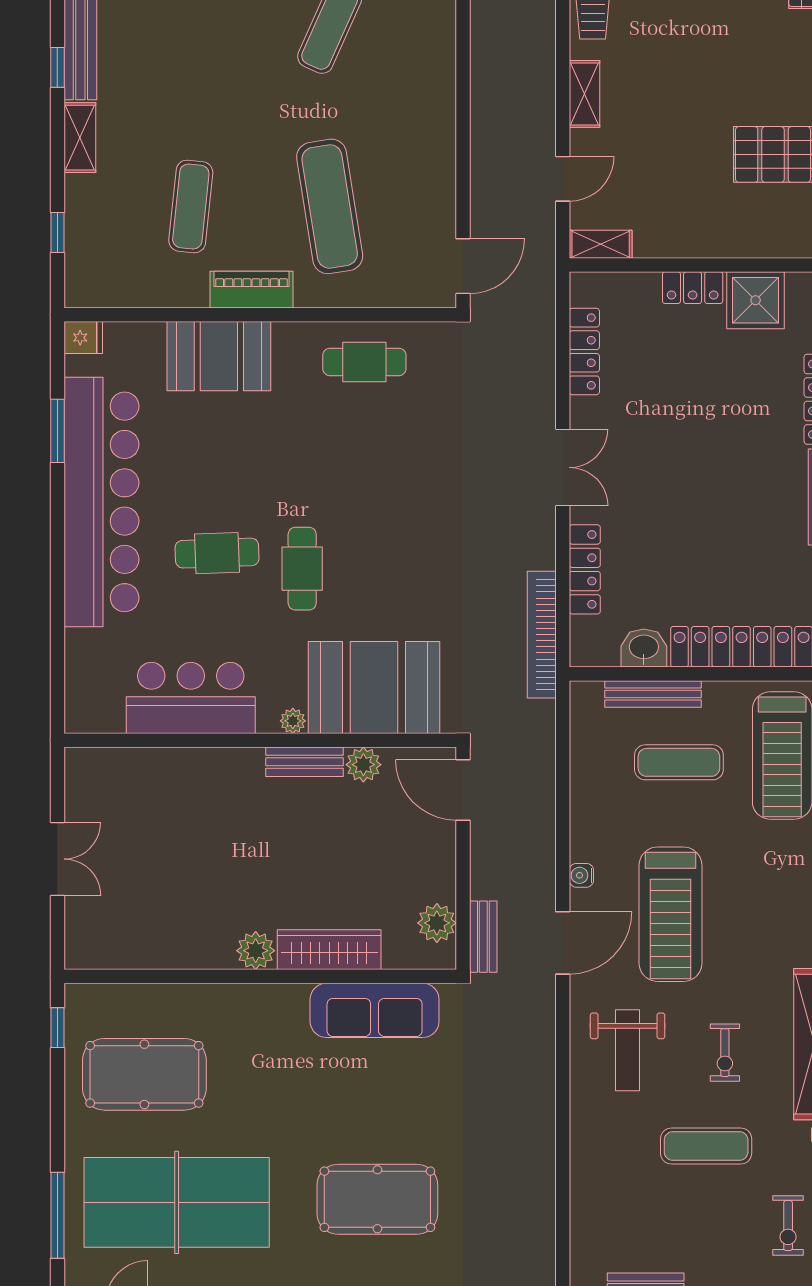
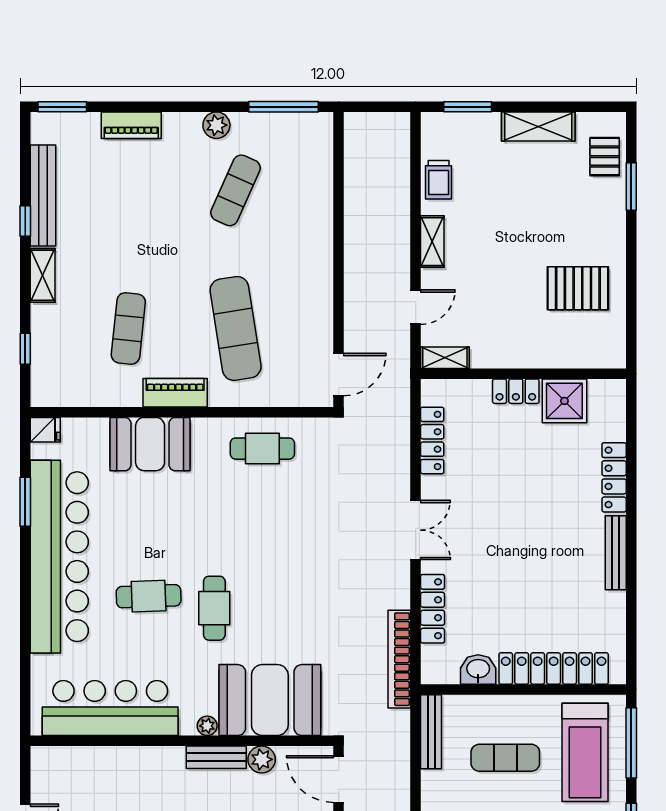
bench: (653, 694) -> (431, 732), moved, turned 90
bar counter: (191, 698) -> (110, 708), width x1.36

